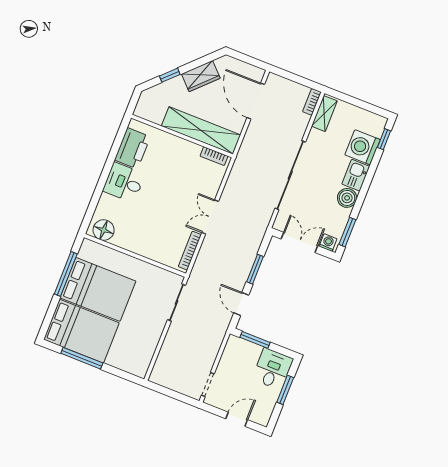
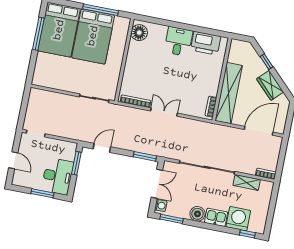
shelving: (324, 114) -> (247, 182), moved
window: (255, 269) -> (145, 156), moved
desk: (273, 369) -> (58, 176), width x1.37

